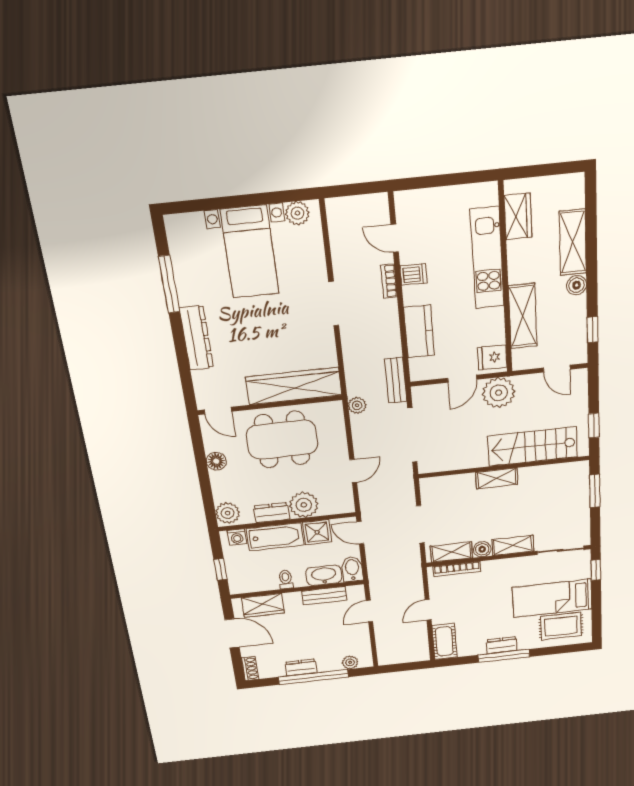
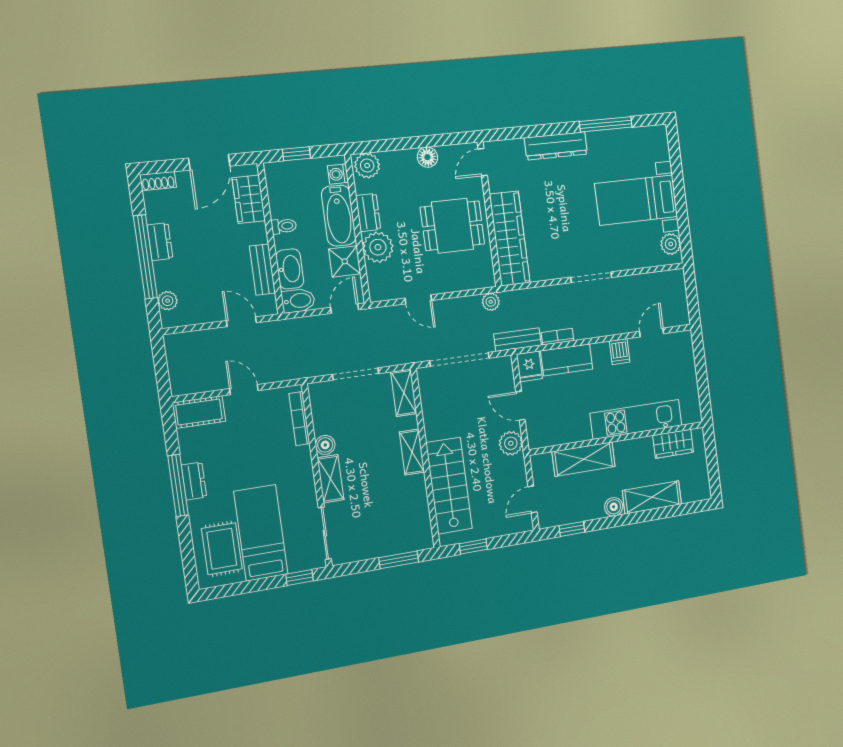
bookcase: (389, 281) -> (558, 337), moved
fridge: (492, 357) -> (529, 366), moved, turned 180
plant: (499, 393) -> (511, 443), width x0.73, depth x0.73
dining table: (282, 440) -> (453, 226), width x0.73
shelving: (451, 552) -> (404, 393), moved

